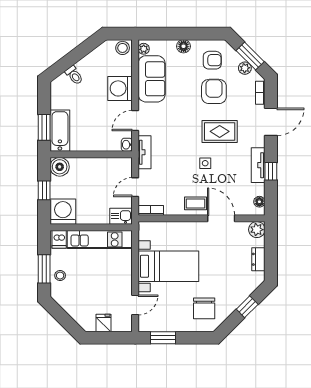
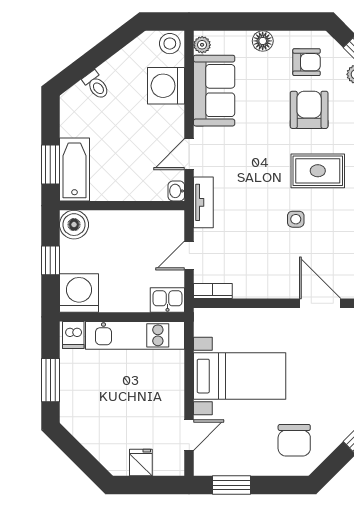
washing machine: (120, 88) -> (166, 86), moved
coffee table: (195, 203) -> (281, 280), removed
stool: (60, 276) -> (75, 390), removed

